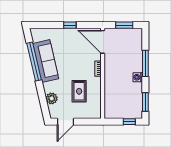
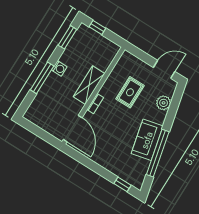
window: (70, 25) -> (123, 184), moved
window: (124, 25) -> (39, 132), removed
sofa: (46, 61) -> (147, 140), width x0.73
shelving: (110, 79) -> (89, 85), added

